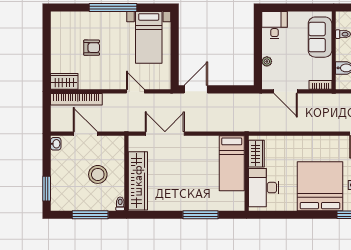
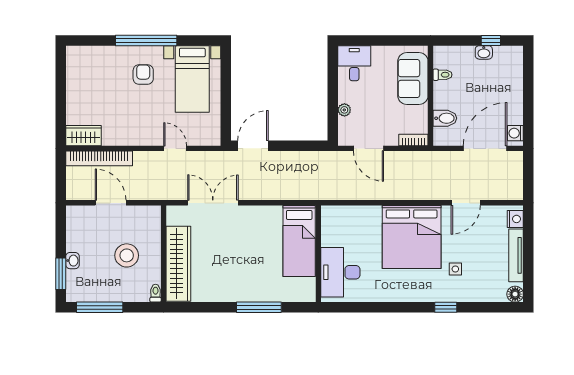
armchair: (92, 48) -> (143, 74), moved, turned -90
washbasin: (56, 144) -> (72, 261), moved
wardrobe: (256, 154) -> (331, 229), removed
bed: (320, 186) -> (412, 237), moved, turned 180
window: (90, 215) -> (100, 307), moved

